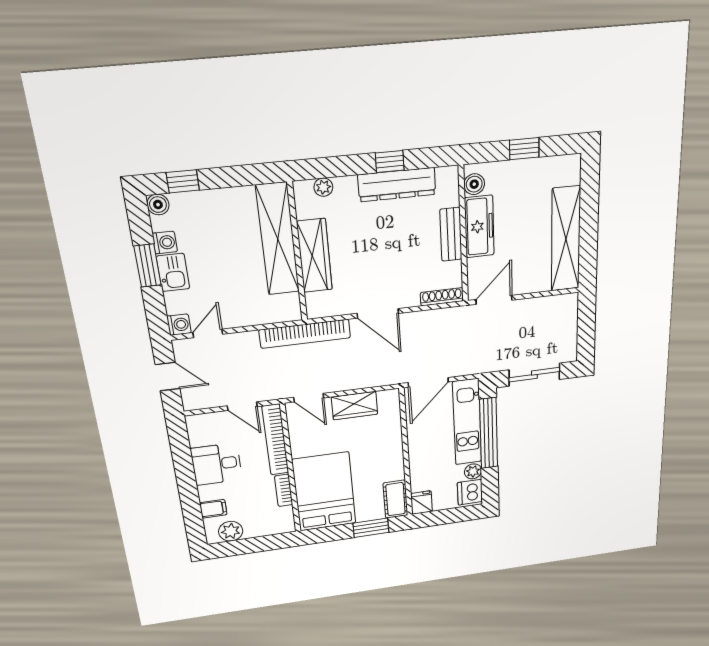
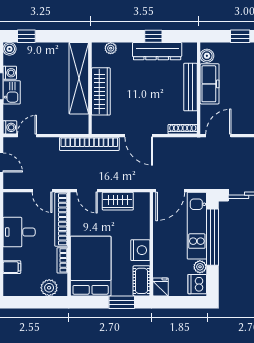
bench: (451, 234) -> (190, 87), width x1.36
nightstand: (391, 463) -> (140, 250), added
plant: (231, 531) -> (49, 288), moved

